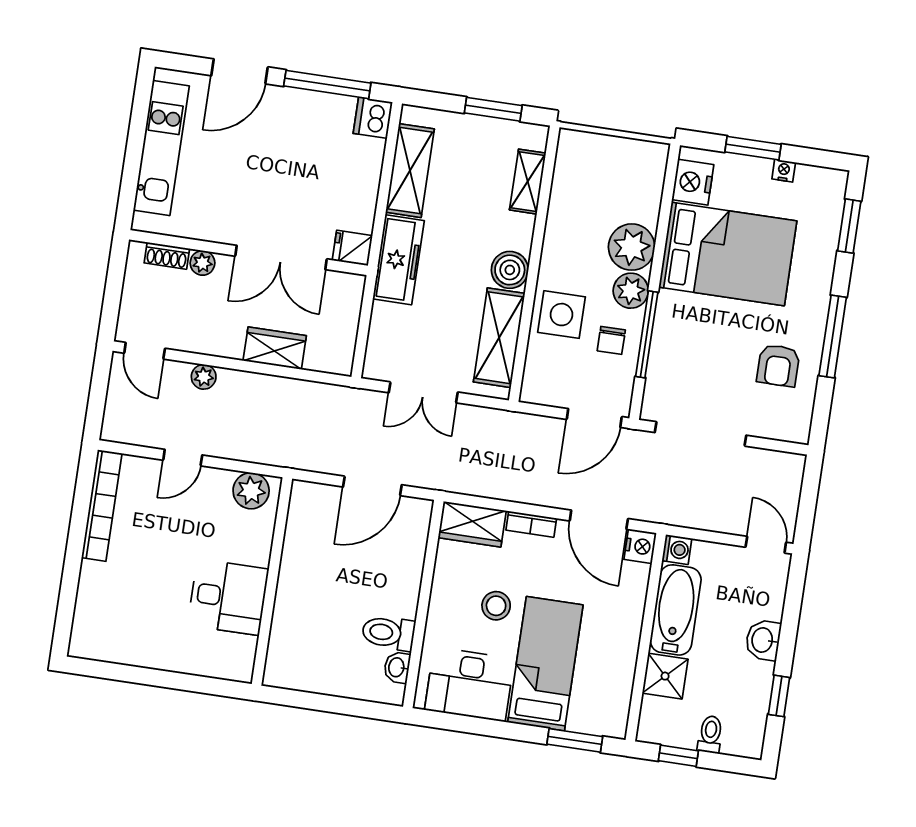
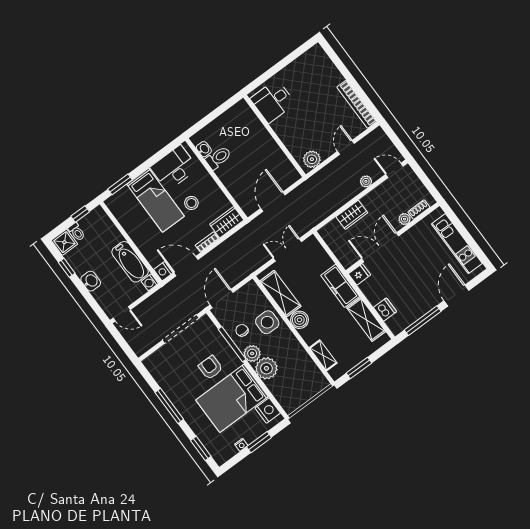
dishwasher: (373, 118) -> (385, 310), moved
armchair: (778, 365) -> (211, 367), moved
desk: (228, 597) -> (273, 101), moved
shower: (665, 676) -> (64, 242), moved

